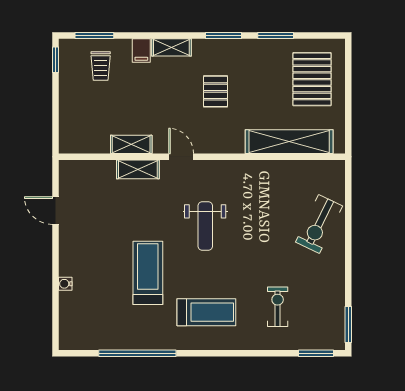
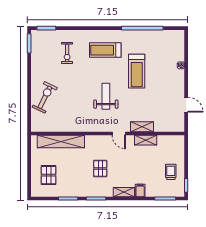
trolley: (101, 66) -> (171, 172), moved
pallet: (312, 79) -> (49, 175), width x0.67, depth x0.71

